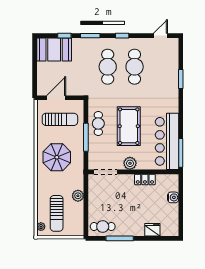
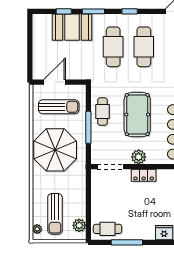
booth: (54, 49) -> (72, 27), moved
parasol: (57, 157) -> (55, 150), width x1.36, depth x1.36
locker: (145, 179) -> (144, 175), moved
plant: (78, 196) -> (79, 225), moved

